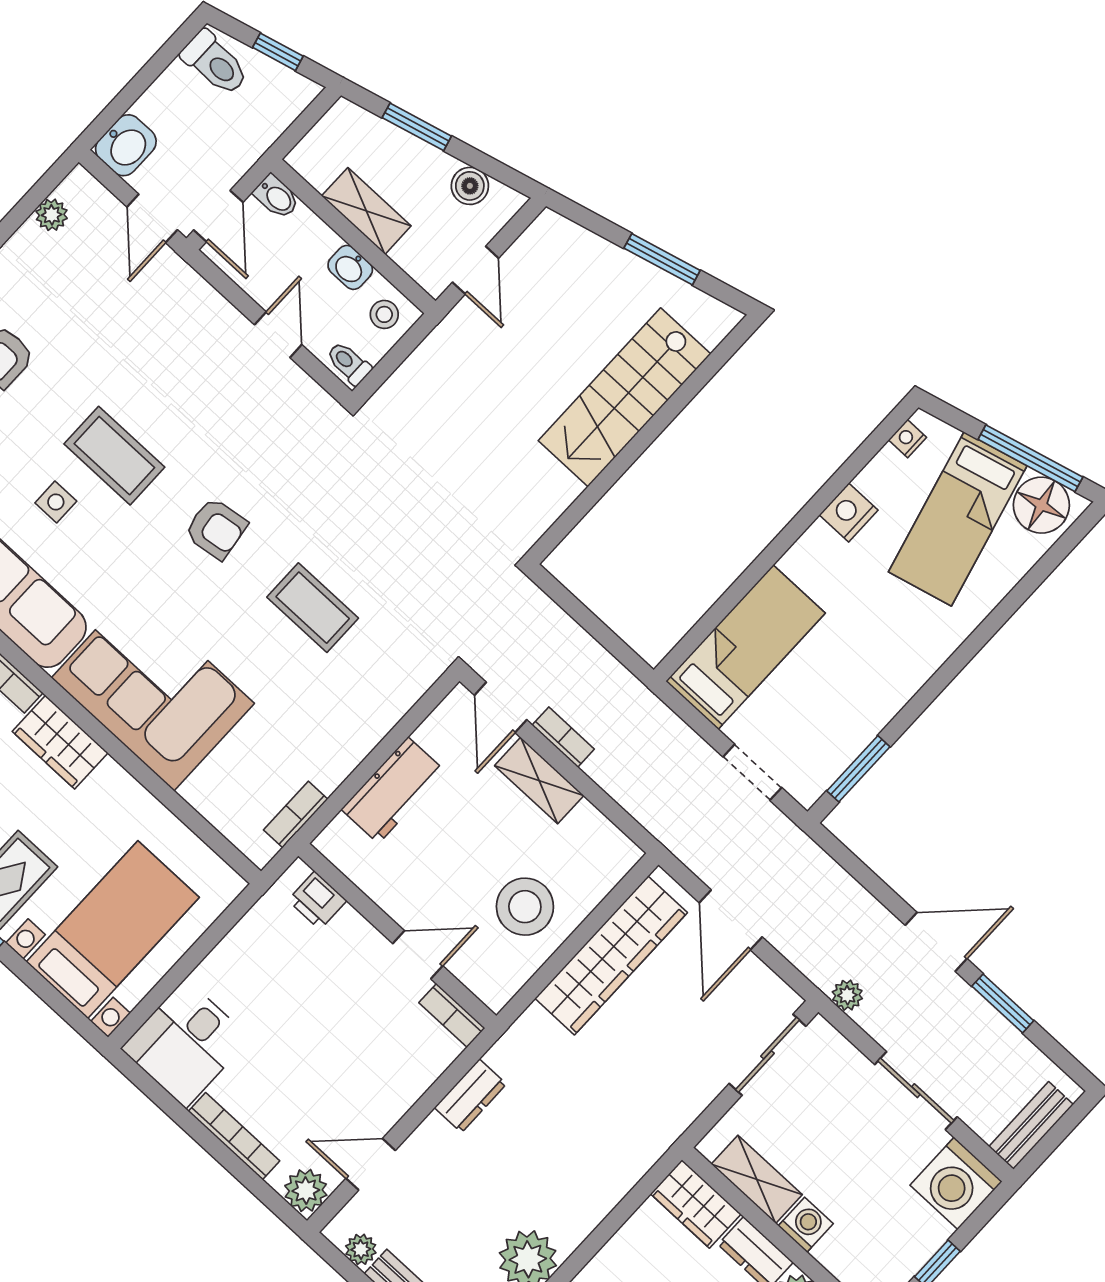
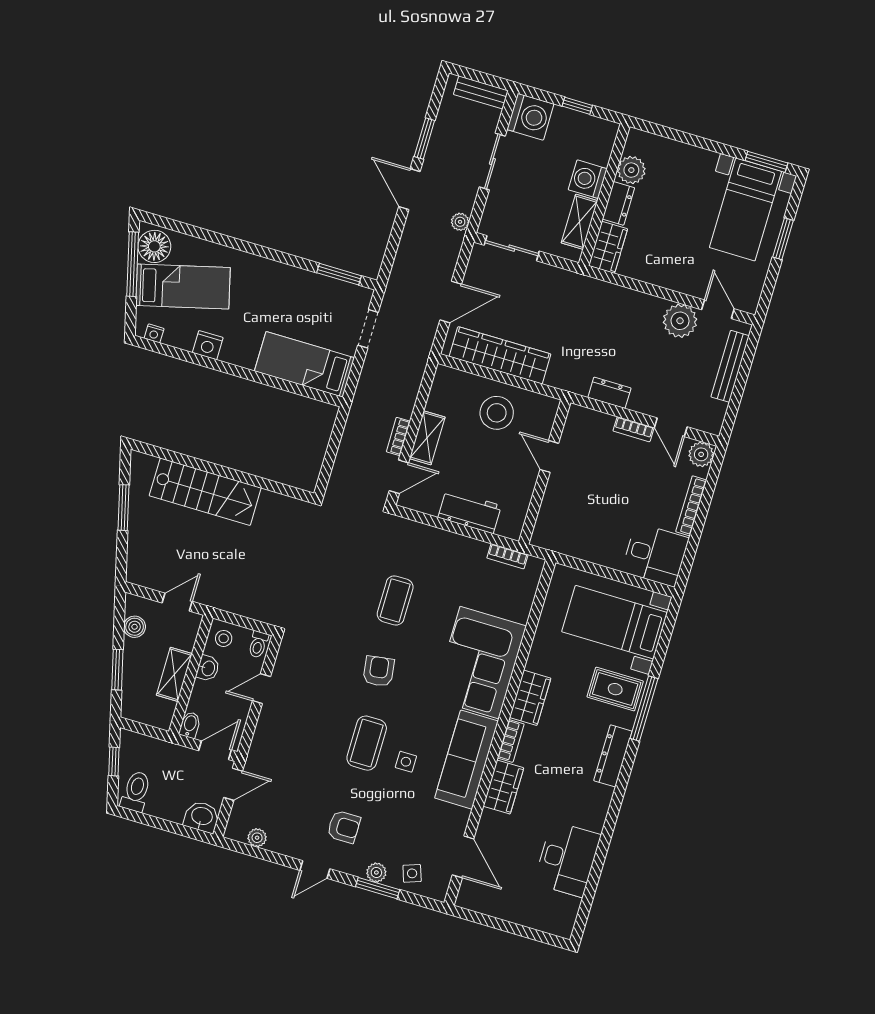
printer: (317, 900) -> (547, 523), removed
bookcase: (452, 1015) -> (634, 429), moved, turned 90
washing machine: (806, 1225) -> (588, 179), width x1.38, depth x1.38
plant: (361, 1249) -> (718, 410), removed

